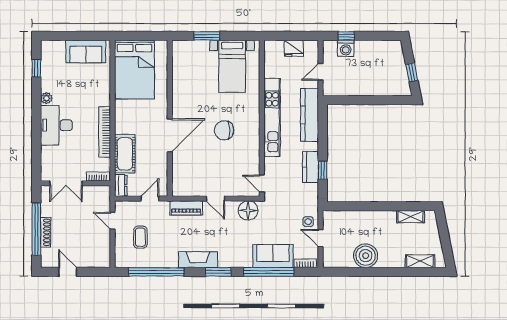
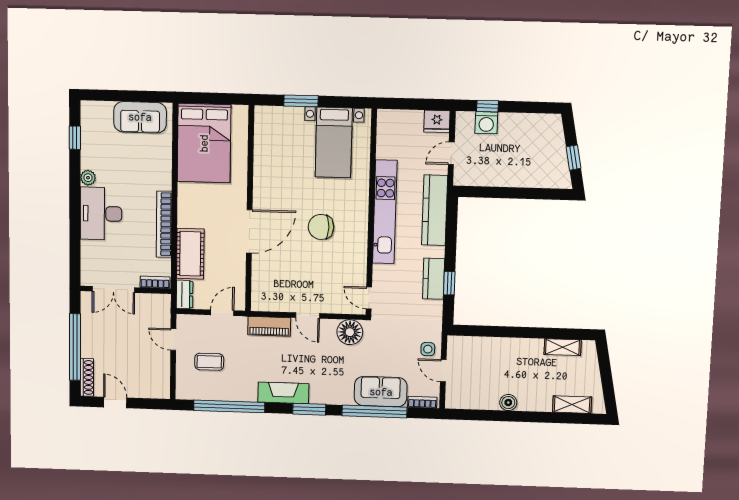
fridge: (294, 48) -> (437, 121), moved
shoe rack: (46, 232) -> (87, 377), moved
coffee table: (140, 237) -> (209, 362), turned 90
boiler: (366, 256) -> (508, 403), width x0.54, depth x0.54

